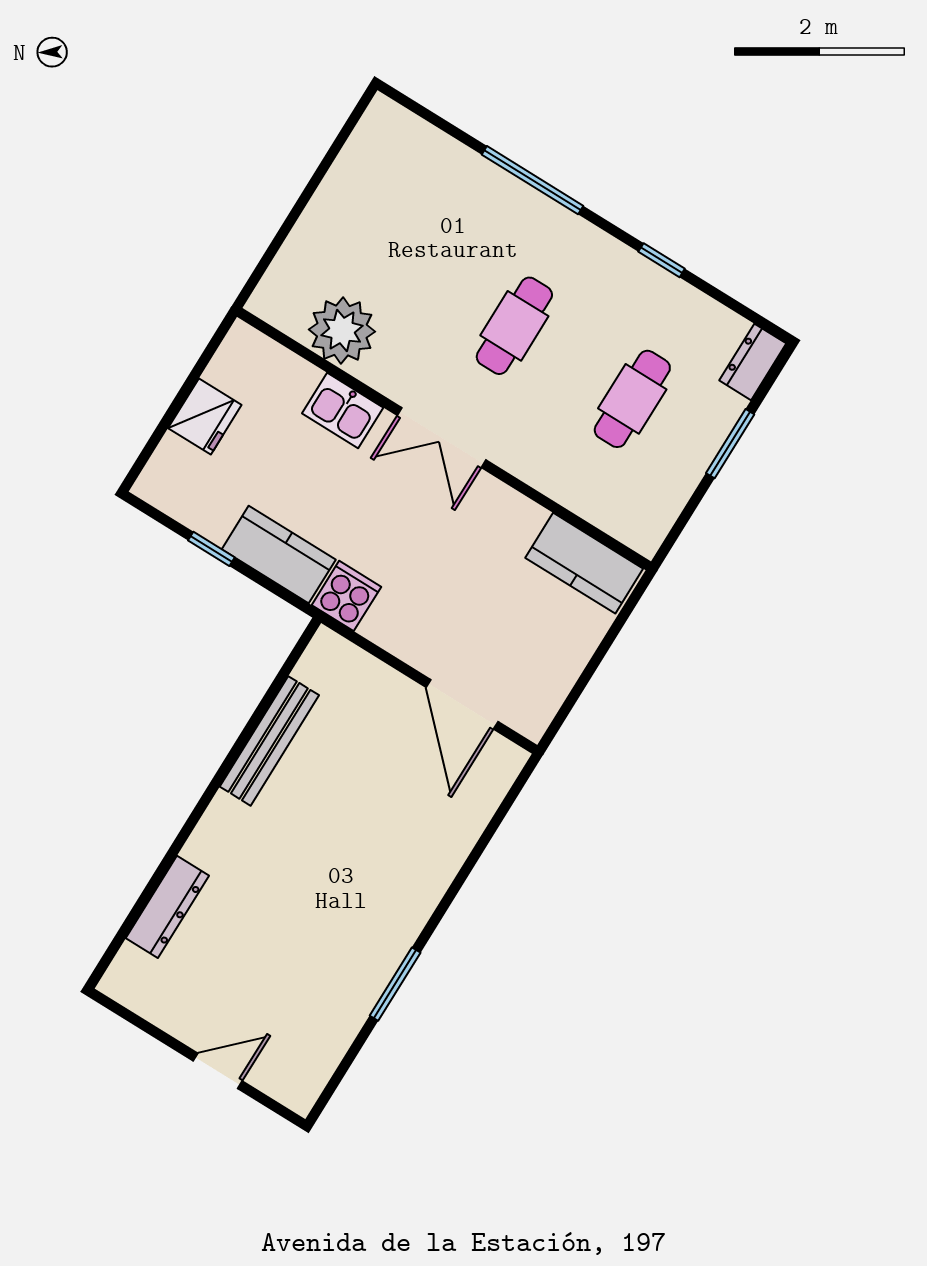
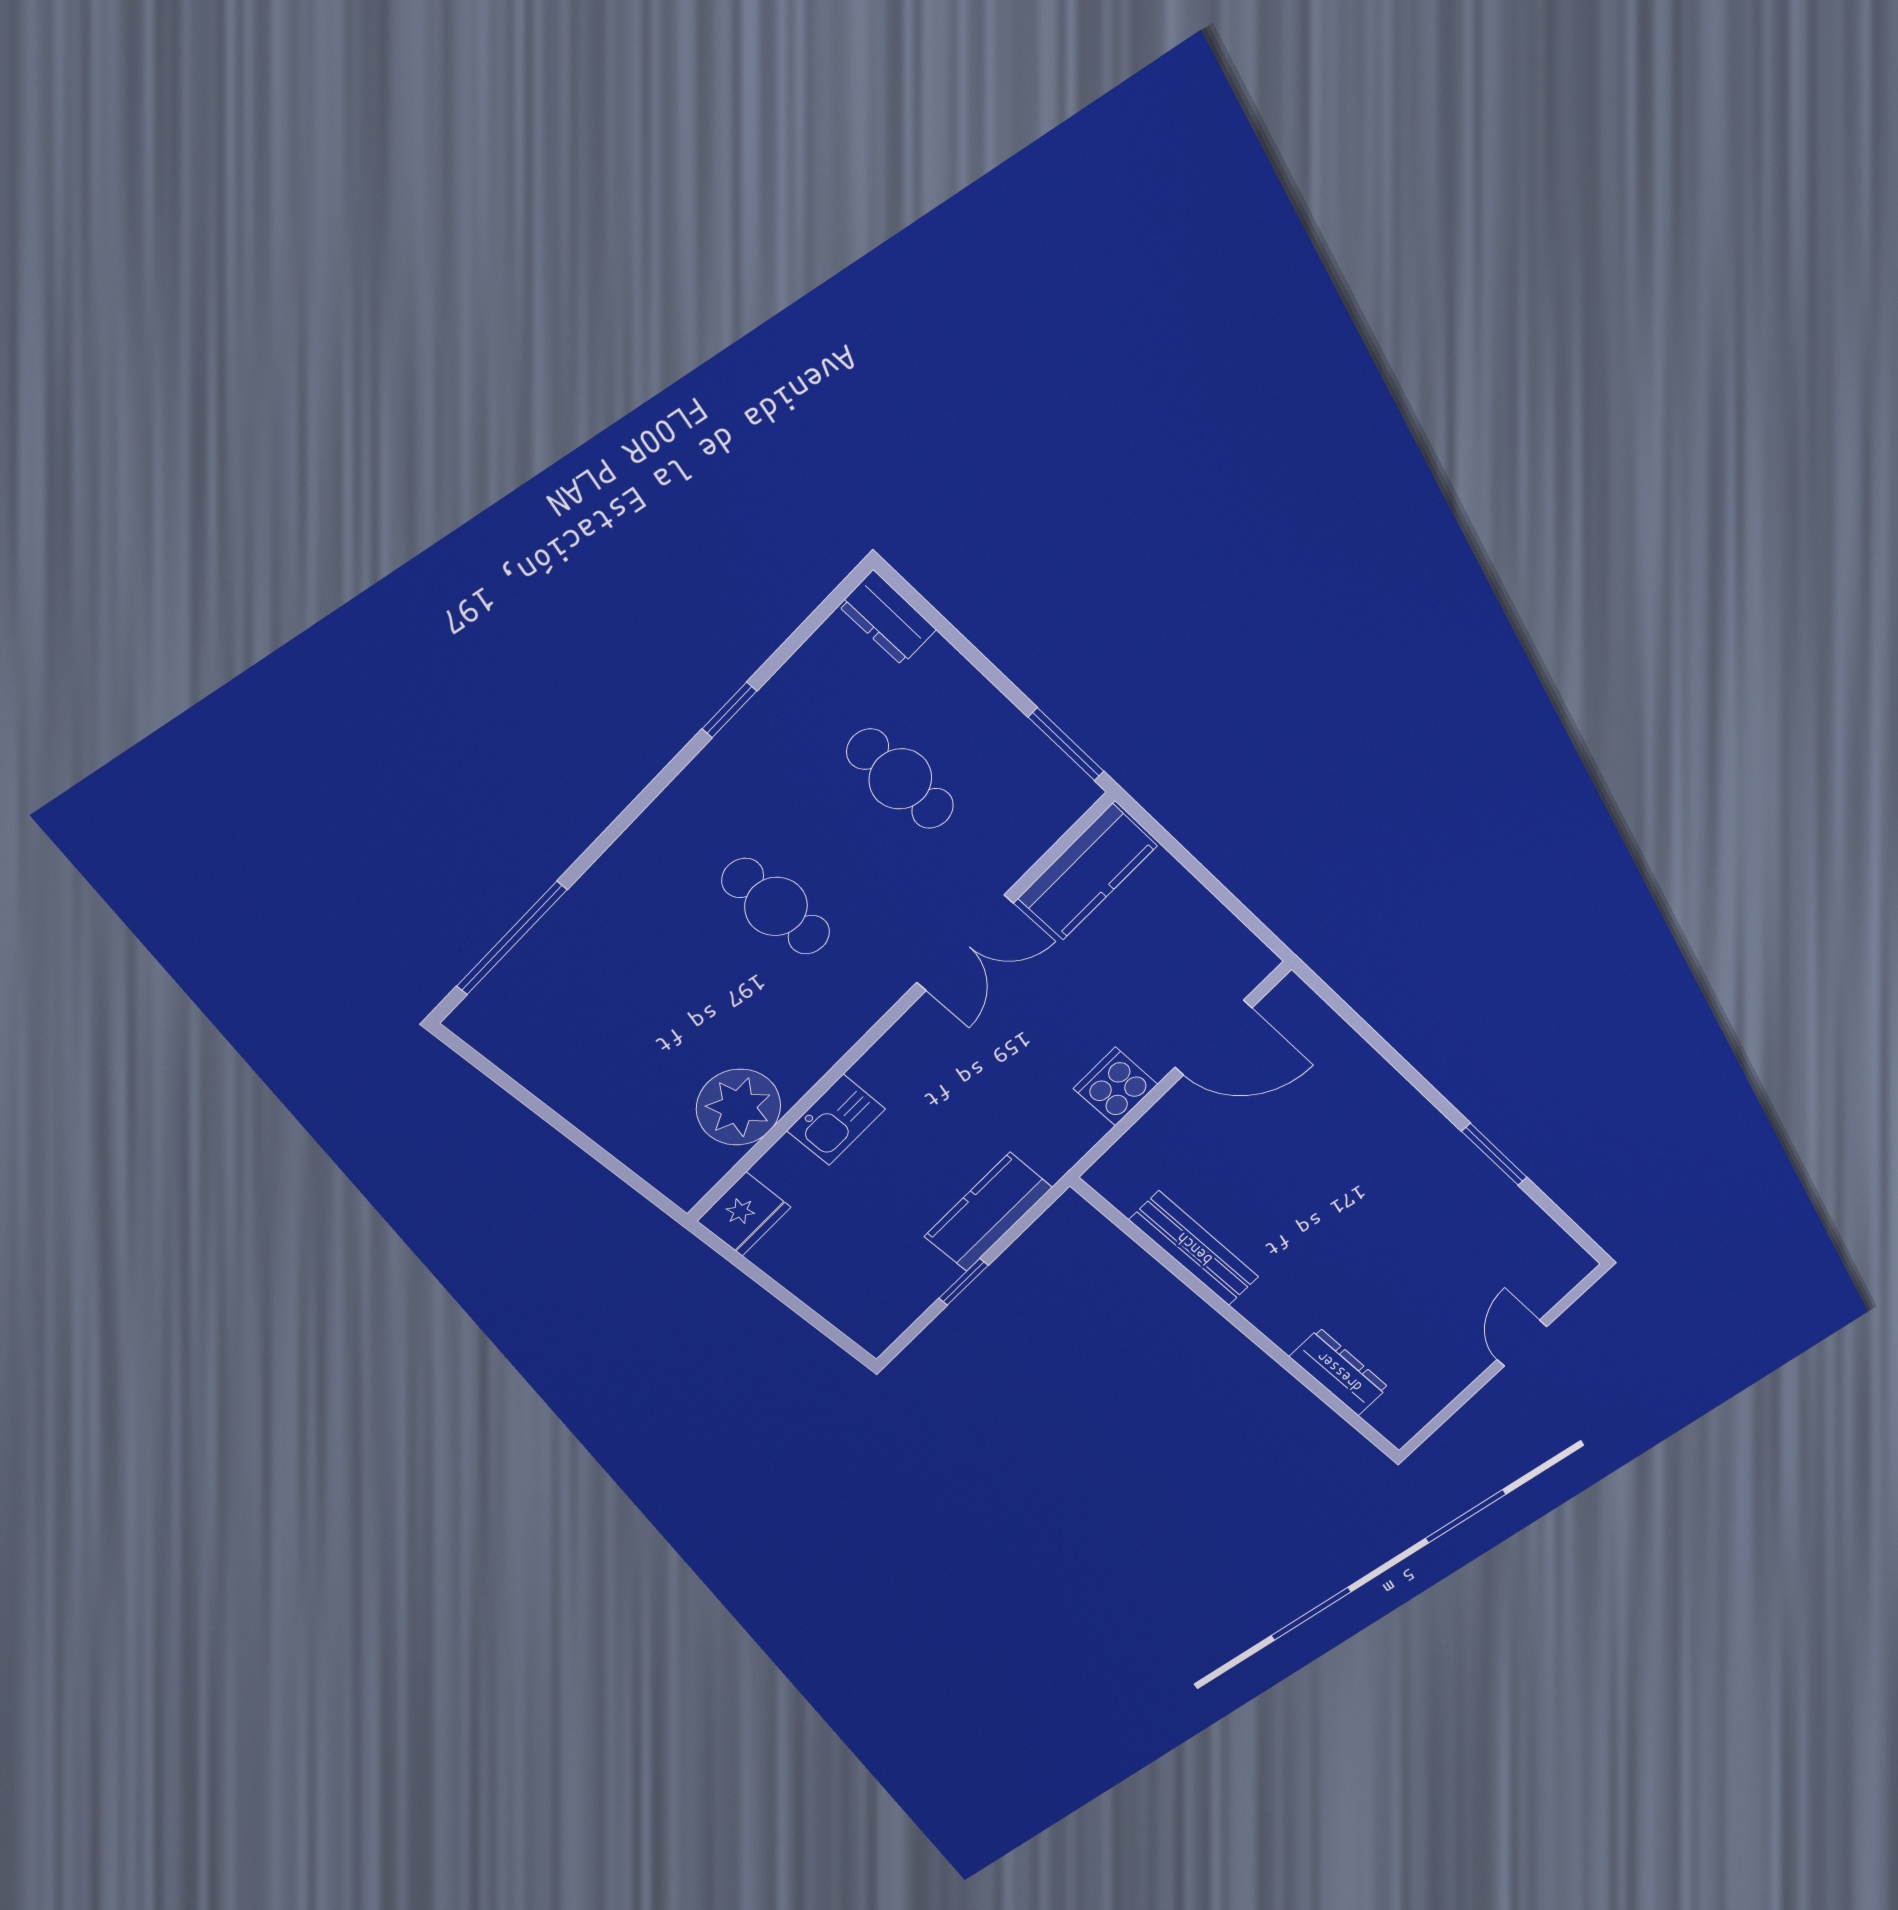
window: (532, 180) -> (512, 938), moved
fridge: (205, 416) -> (744, 1214), moved, turned 90
double door: (442, 438) -> (965, 943), moved
window: (730, 444) -> (1066, 744), moved
cooker: (346, 596) -> (1115, 1086), moved

